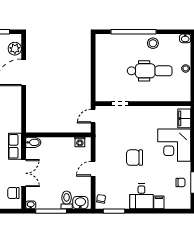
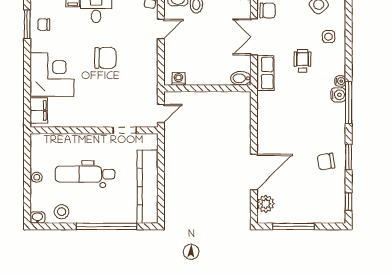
stool: (153, 43) -> (62, 212), moved
kitchen counter: (103, 61) -> (148, 187), added
door: (93, 169) -> (161, 29), moved

